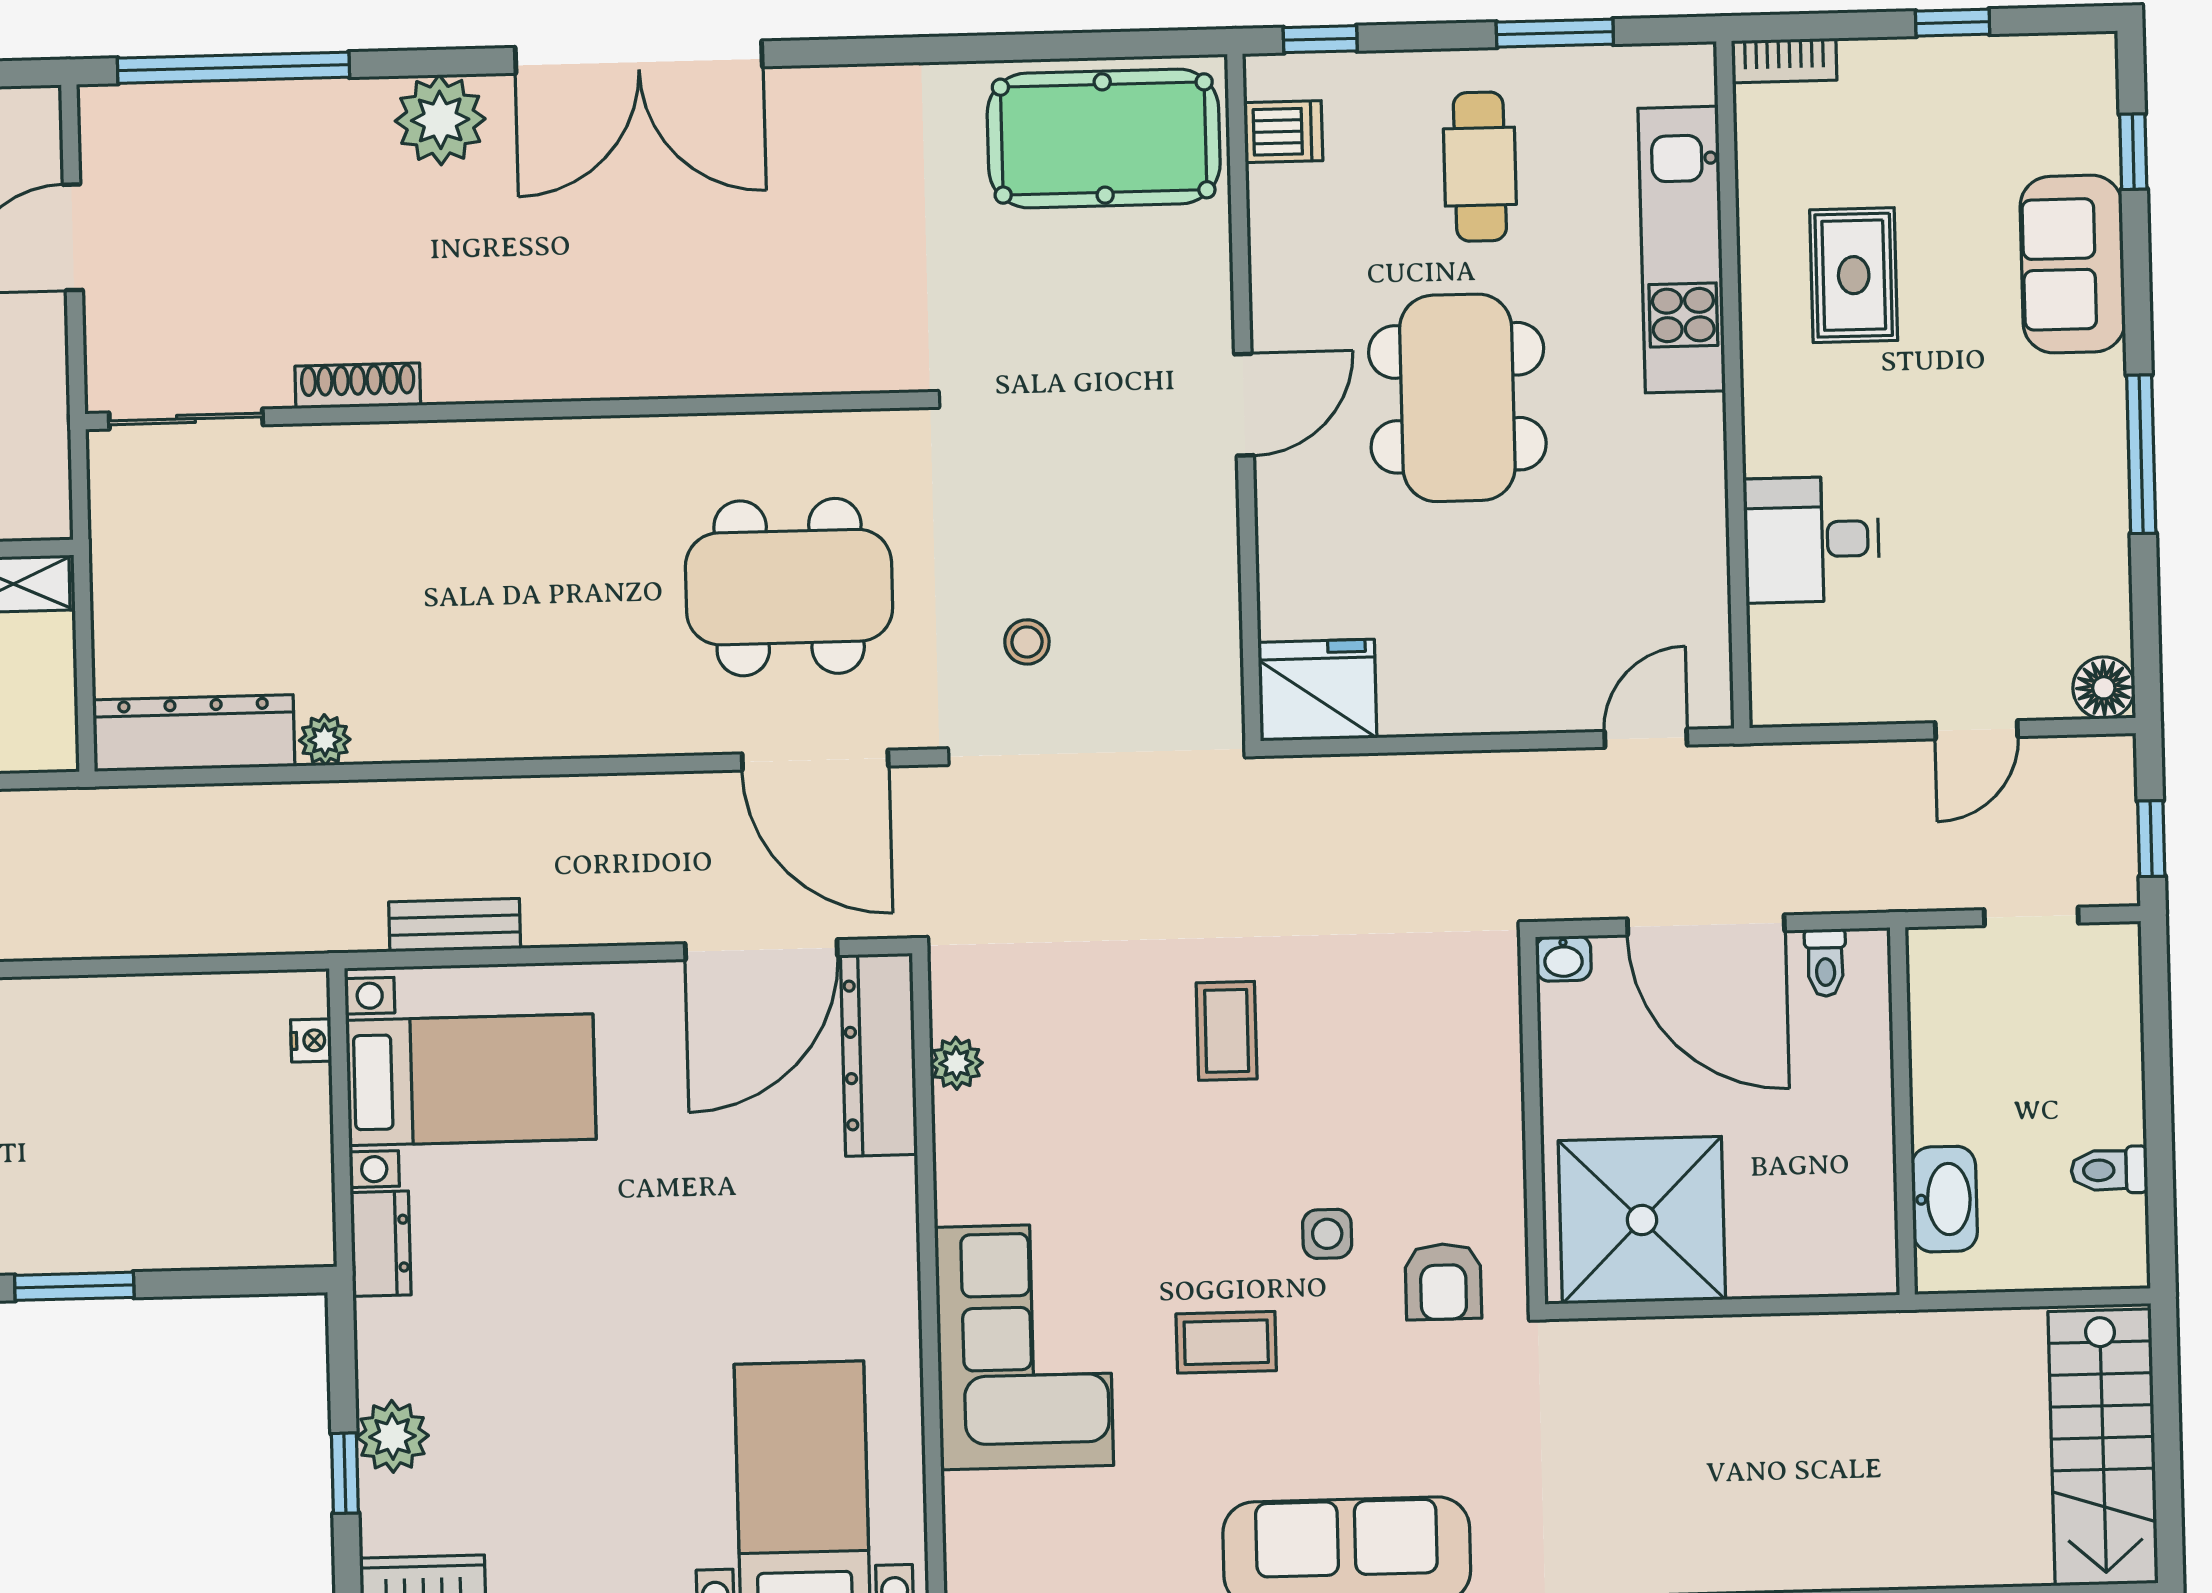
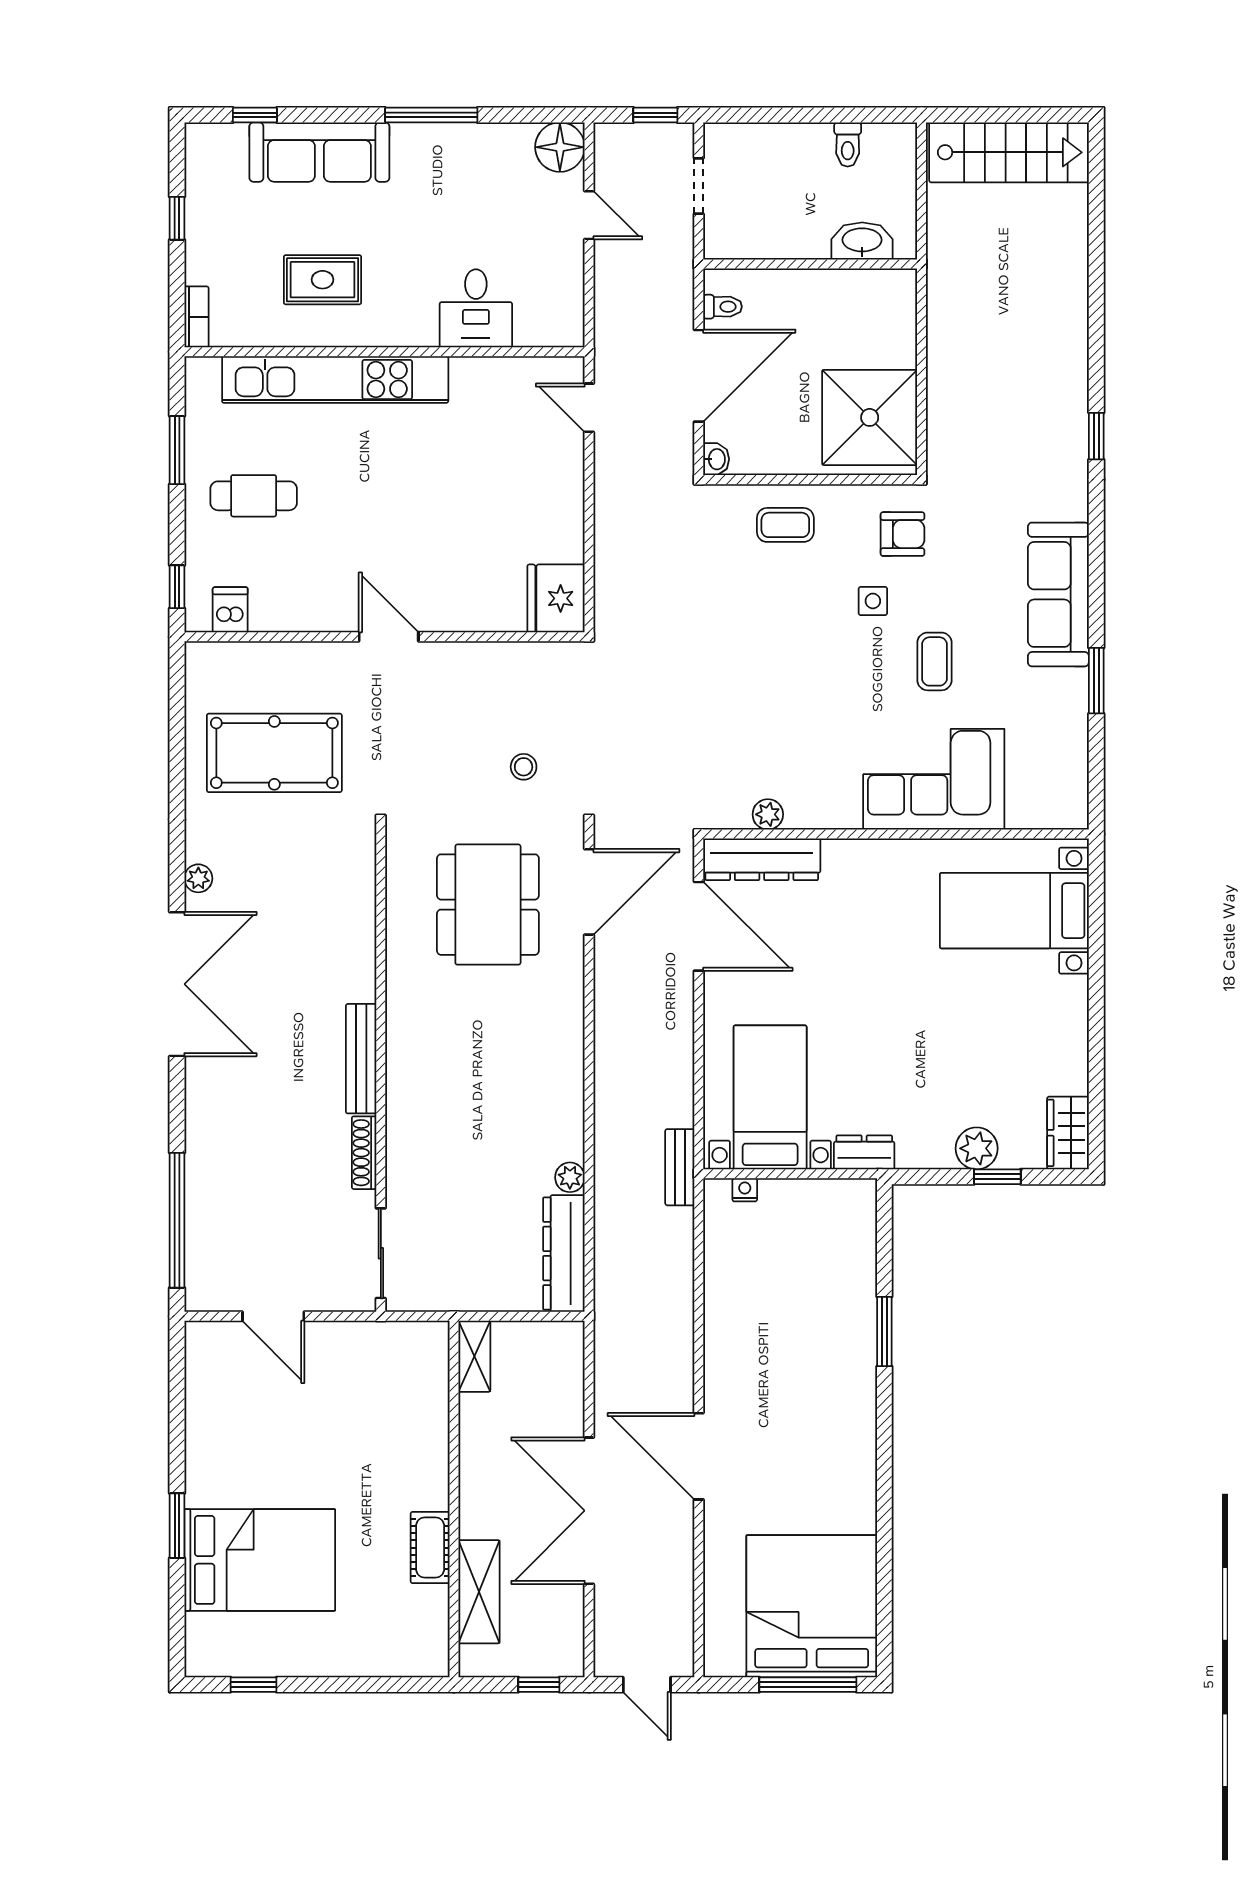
plant: (440, 120) -> (198, 878), moved, width x0.53, depth x0.53
pool table: (1104, 138) -> (274, 753), moved, turned 90
kitchen unit: (1682, 250) -> (335, 380), width x1.36
sofa: (2073, 264) -> (319, 152), width x1.36
bench: (519, 376) -> (361, 1059), added
dining table: (1457, 398) -> (388, 512), removed
floor lamp: (2104, 688) -> (560, 147), width x1.38, depth x1.38
bench: (455, 925) -> (680, 1167), moved
coffee table: (1227, 1031) -> (785, 525), moved

